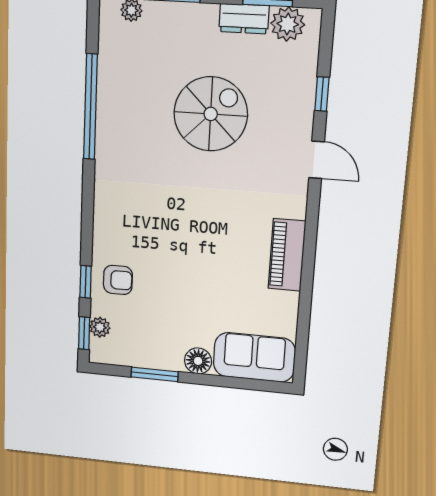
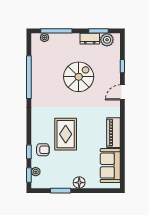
door: (317, 160) -> (122, 92), swing flipped
rug: (172, 249) -> (66, 134), added
sofa: (254, 357) -> (110, 166), moved, turned -90

